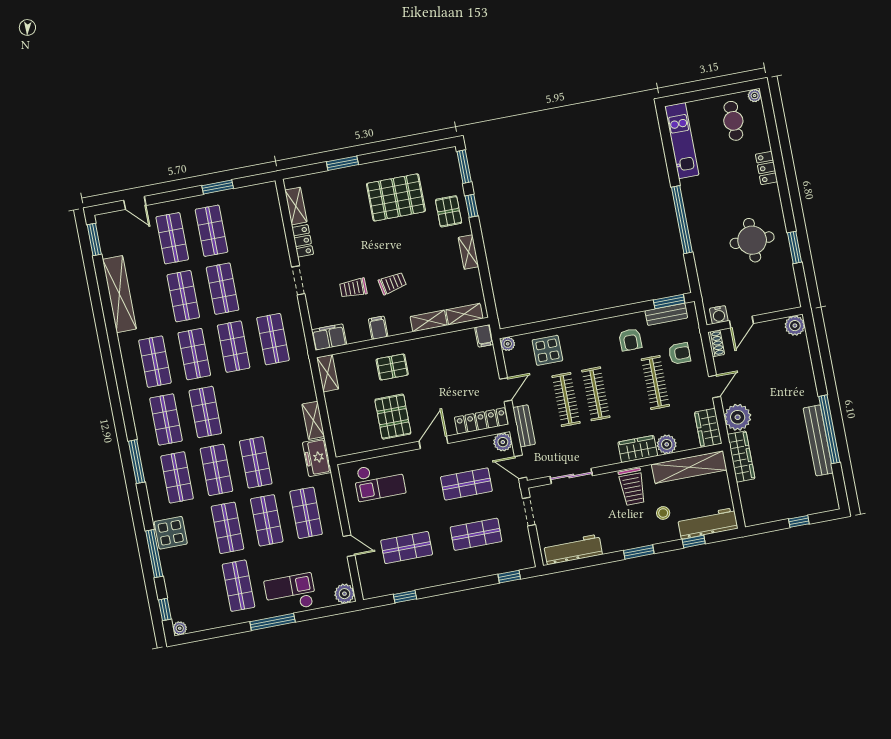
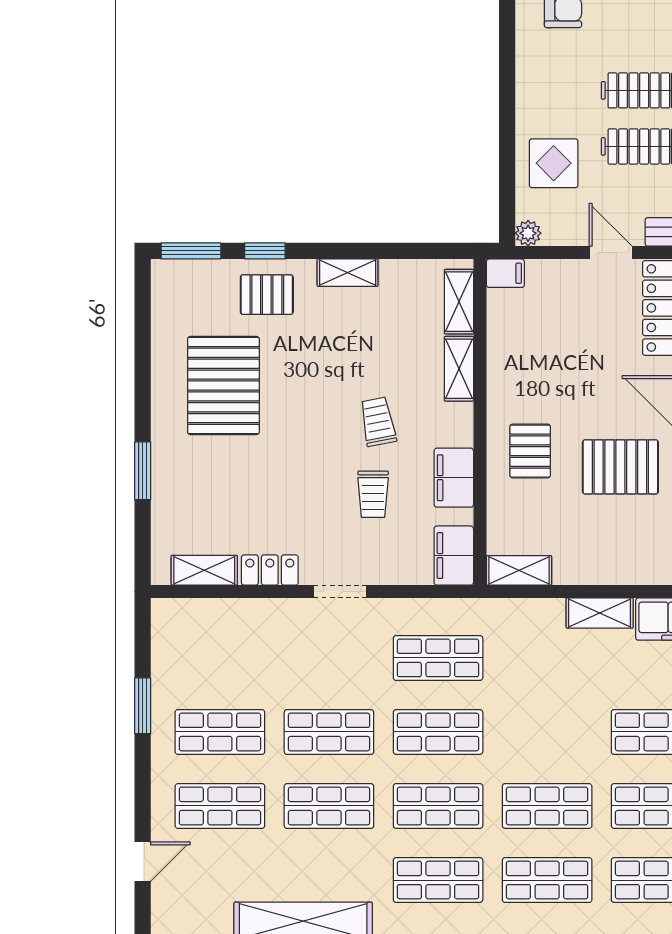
filing cabinet: (378, 328) -> (454, 478), width x2.00

